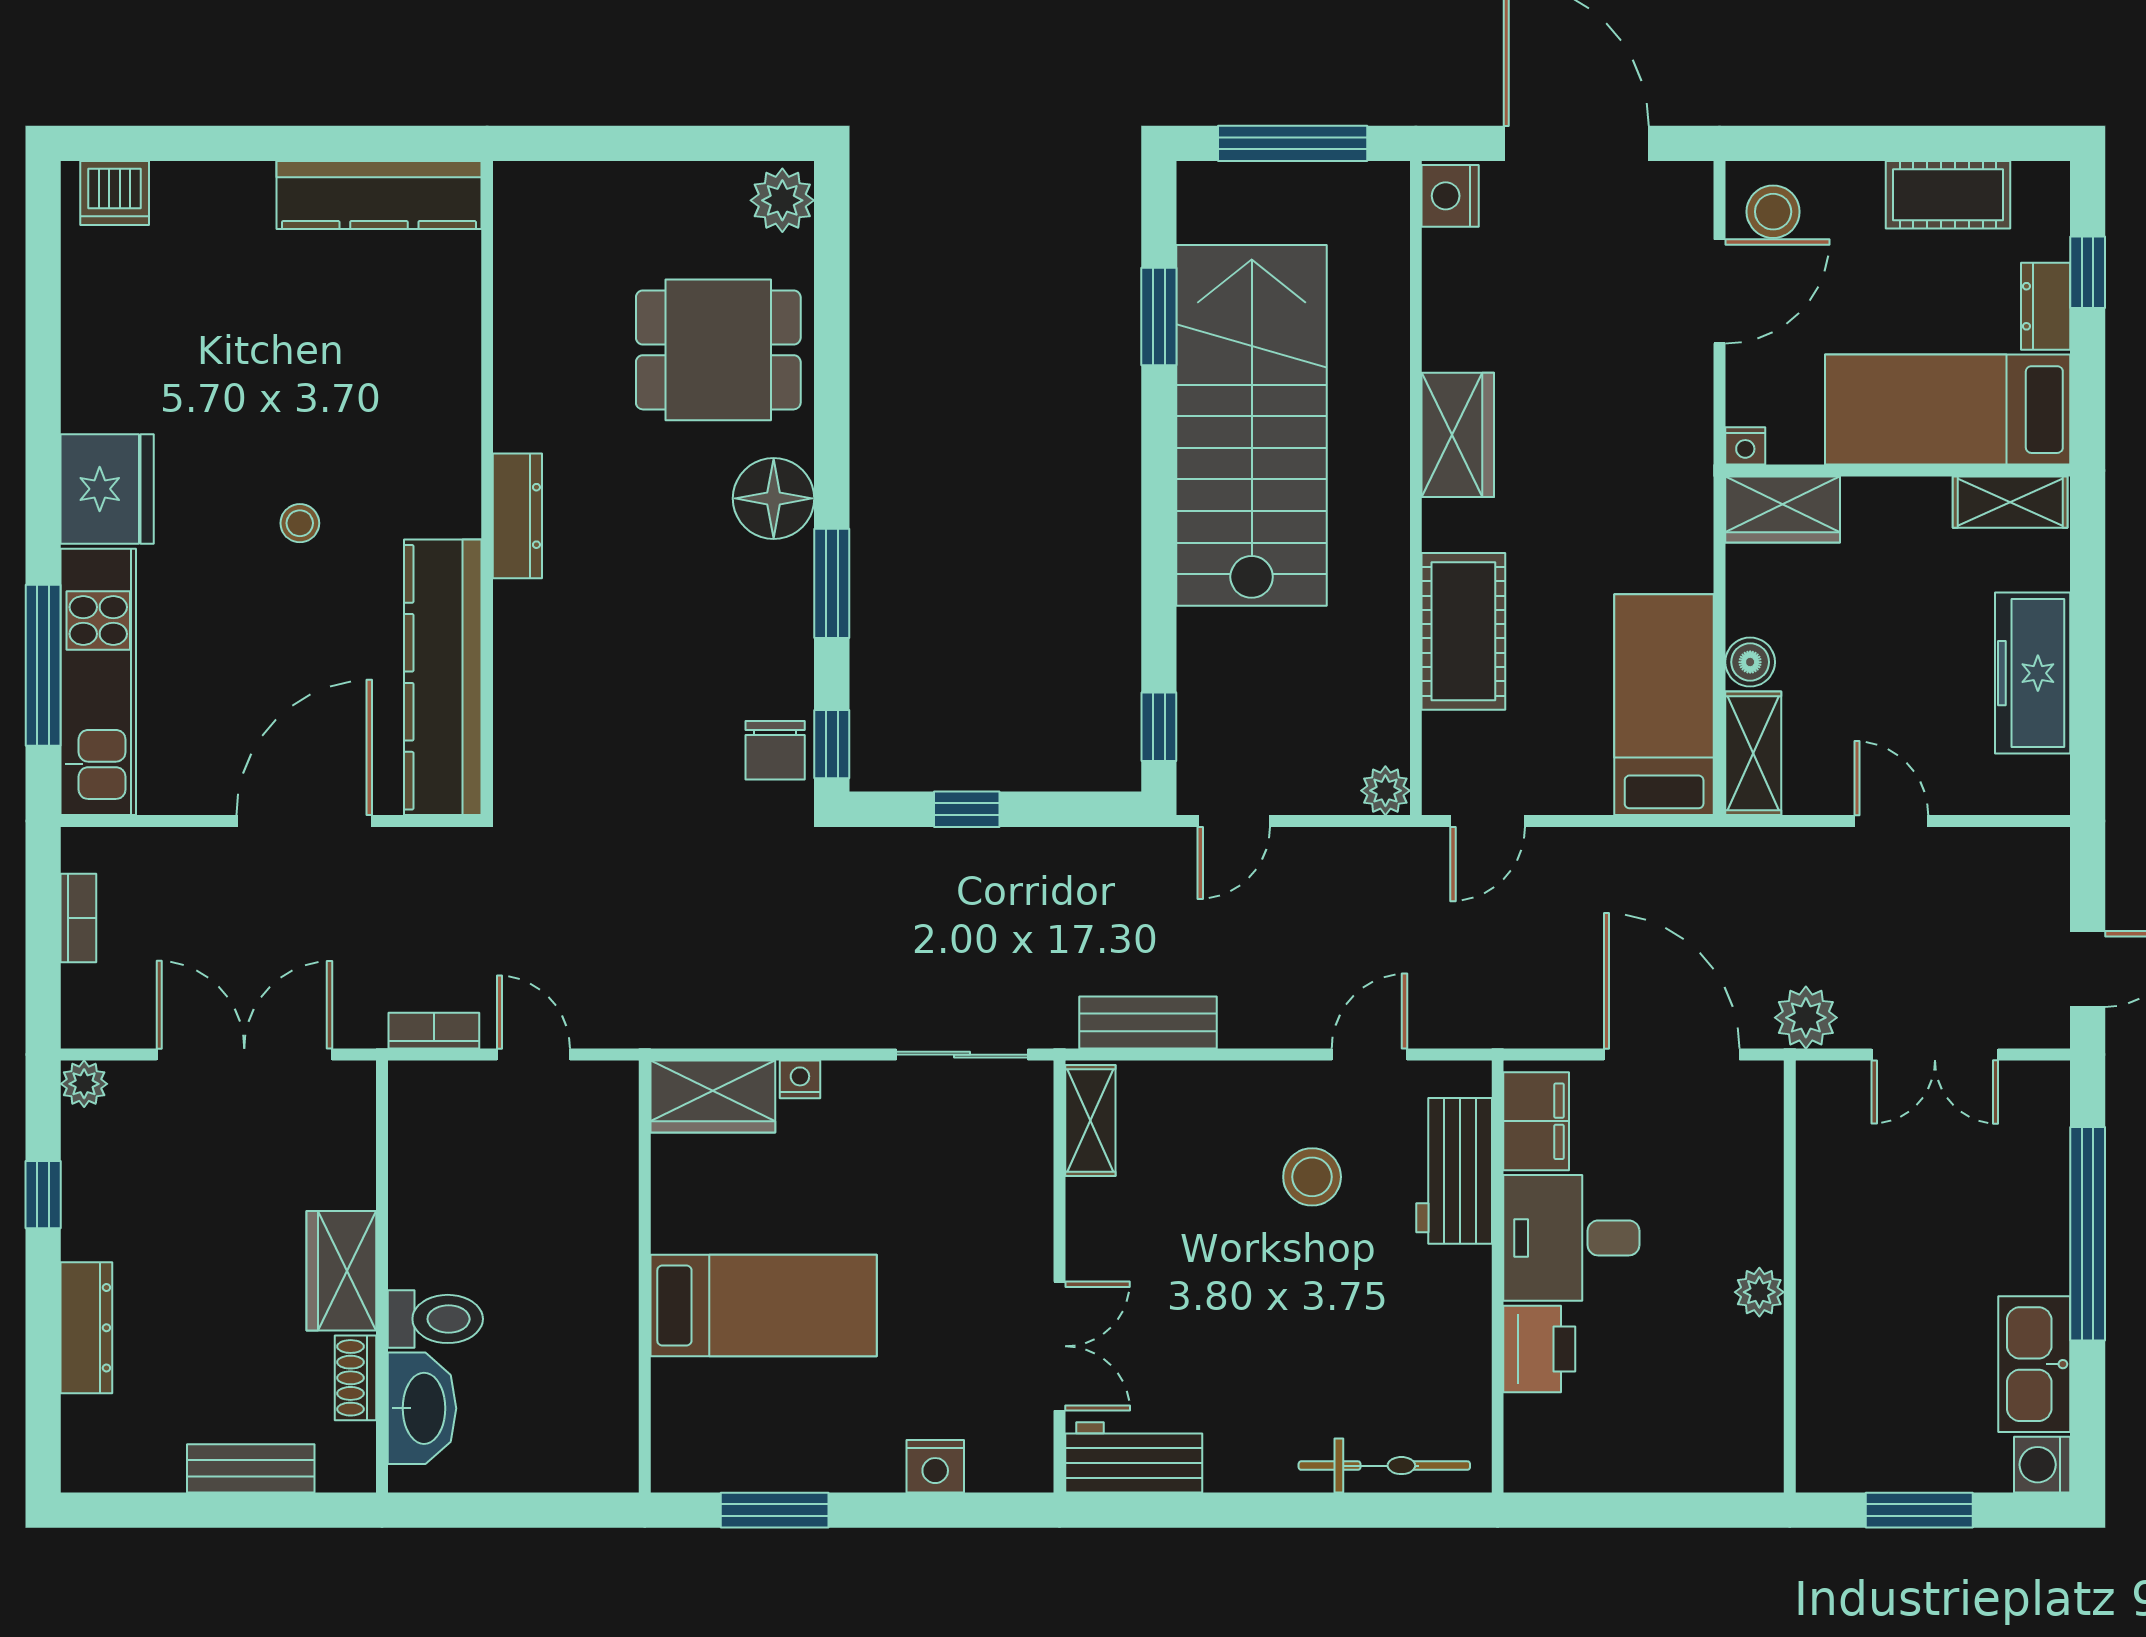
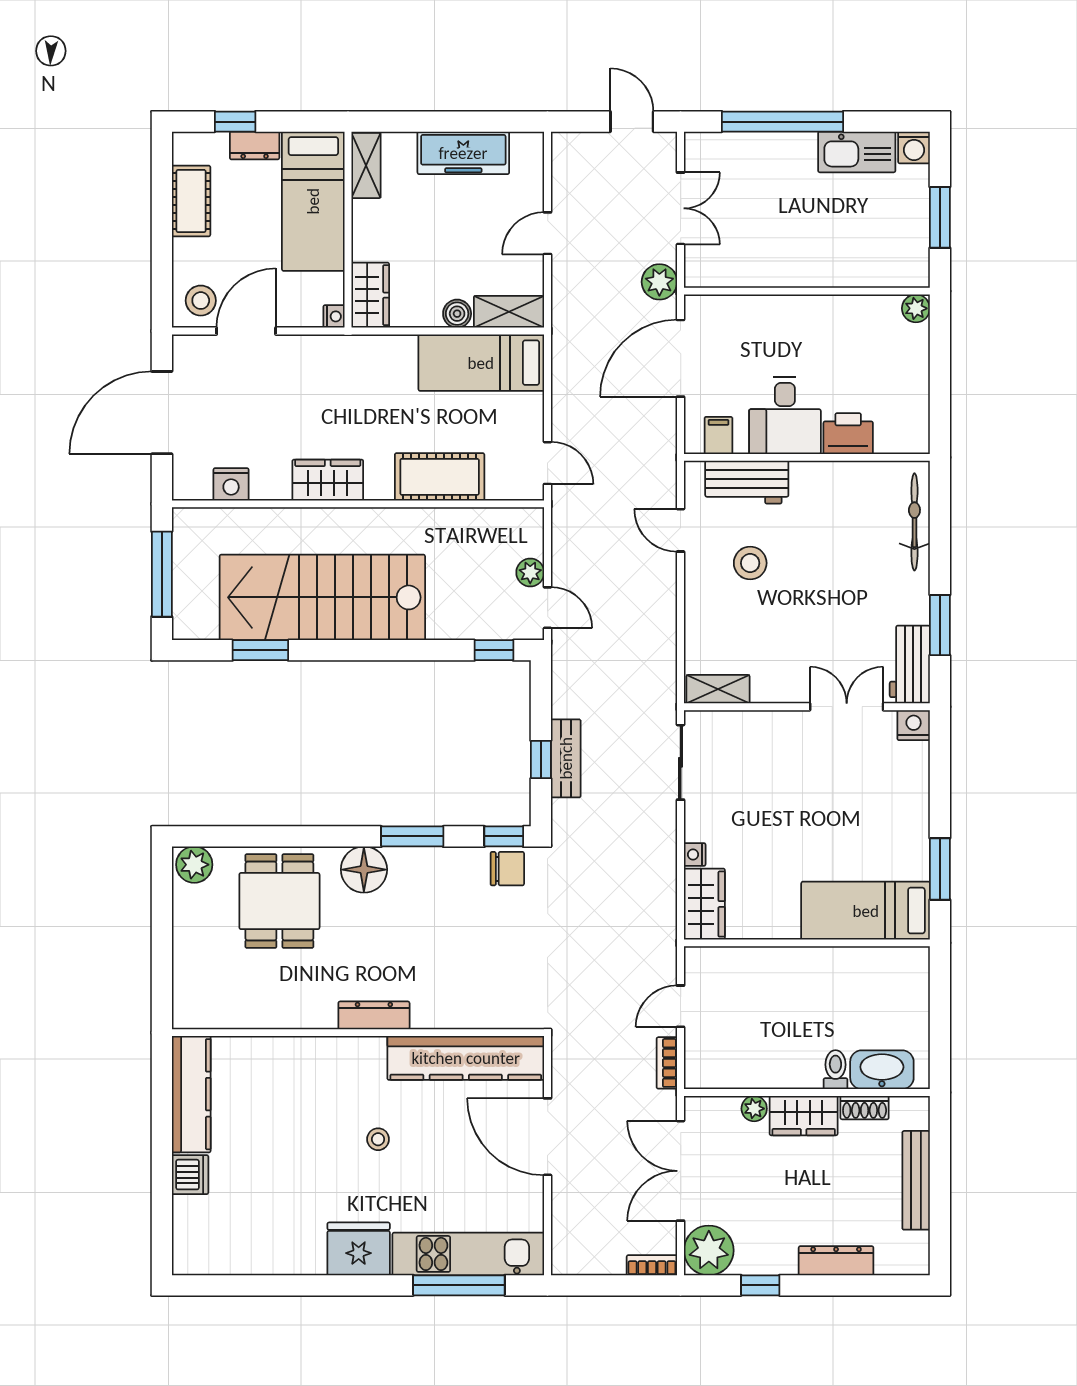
dishwasher: (115, 193) -> (190, 1175), moved
nightstand: (1450, 196) -> (231, 484), moved
door: (1720, 291) -> (246, 331), hinge flipped
plant: (1385, 791) -> (530, 573), moved
bookcase: (78, 918) -> (652, 1265), moved
bench: (1148, 1023) -> (566, 758), moved
plant: (84, 1084) -> (709, 1250), width x1.88, depth x1.88
filing cabinet: (1536, 1121) -> (718, 435), width x0.50
plant: (354, 1184) -> (754, 1109), added
plant: (1759, 1292) -> (916, 308), moved
bed: (764, 1306) -> (866, 911), moved, turned -90
toilet: (435, 1319) -> (835, 1070), width x0.73, depth x0.72
nightstand: (935, 1466) -> (914, 725), moved, turned -90
bench: (251, 1468) -> (916, 1180), width x1.36
window: (1203, 1510) -> (940, 625), added

